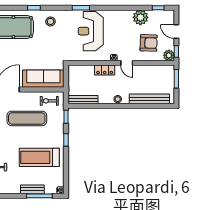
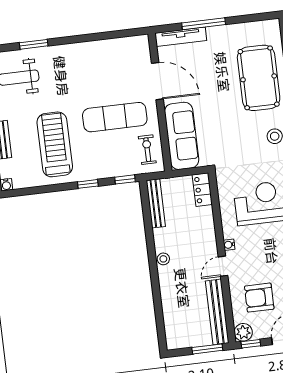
armchair: (149, 43) -> (259, 298), turned 88
locker: (105, 70) -> (202, 190), moved
bench: (149, 99) -> (217, 312), moved
exercise mat: (27, 118) -> (115, 117), turned 90

